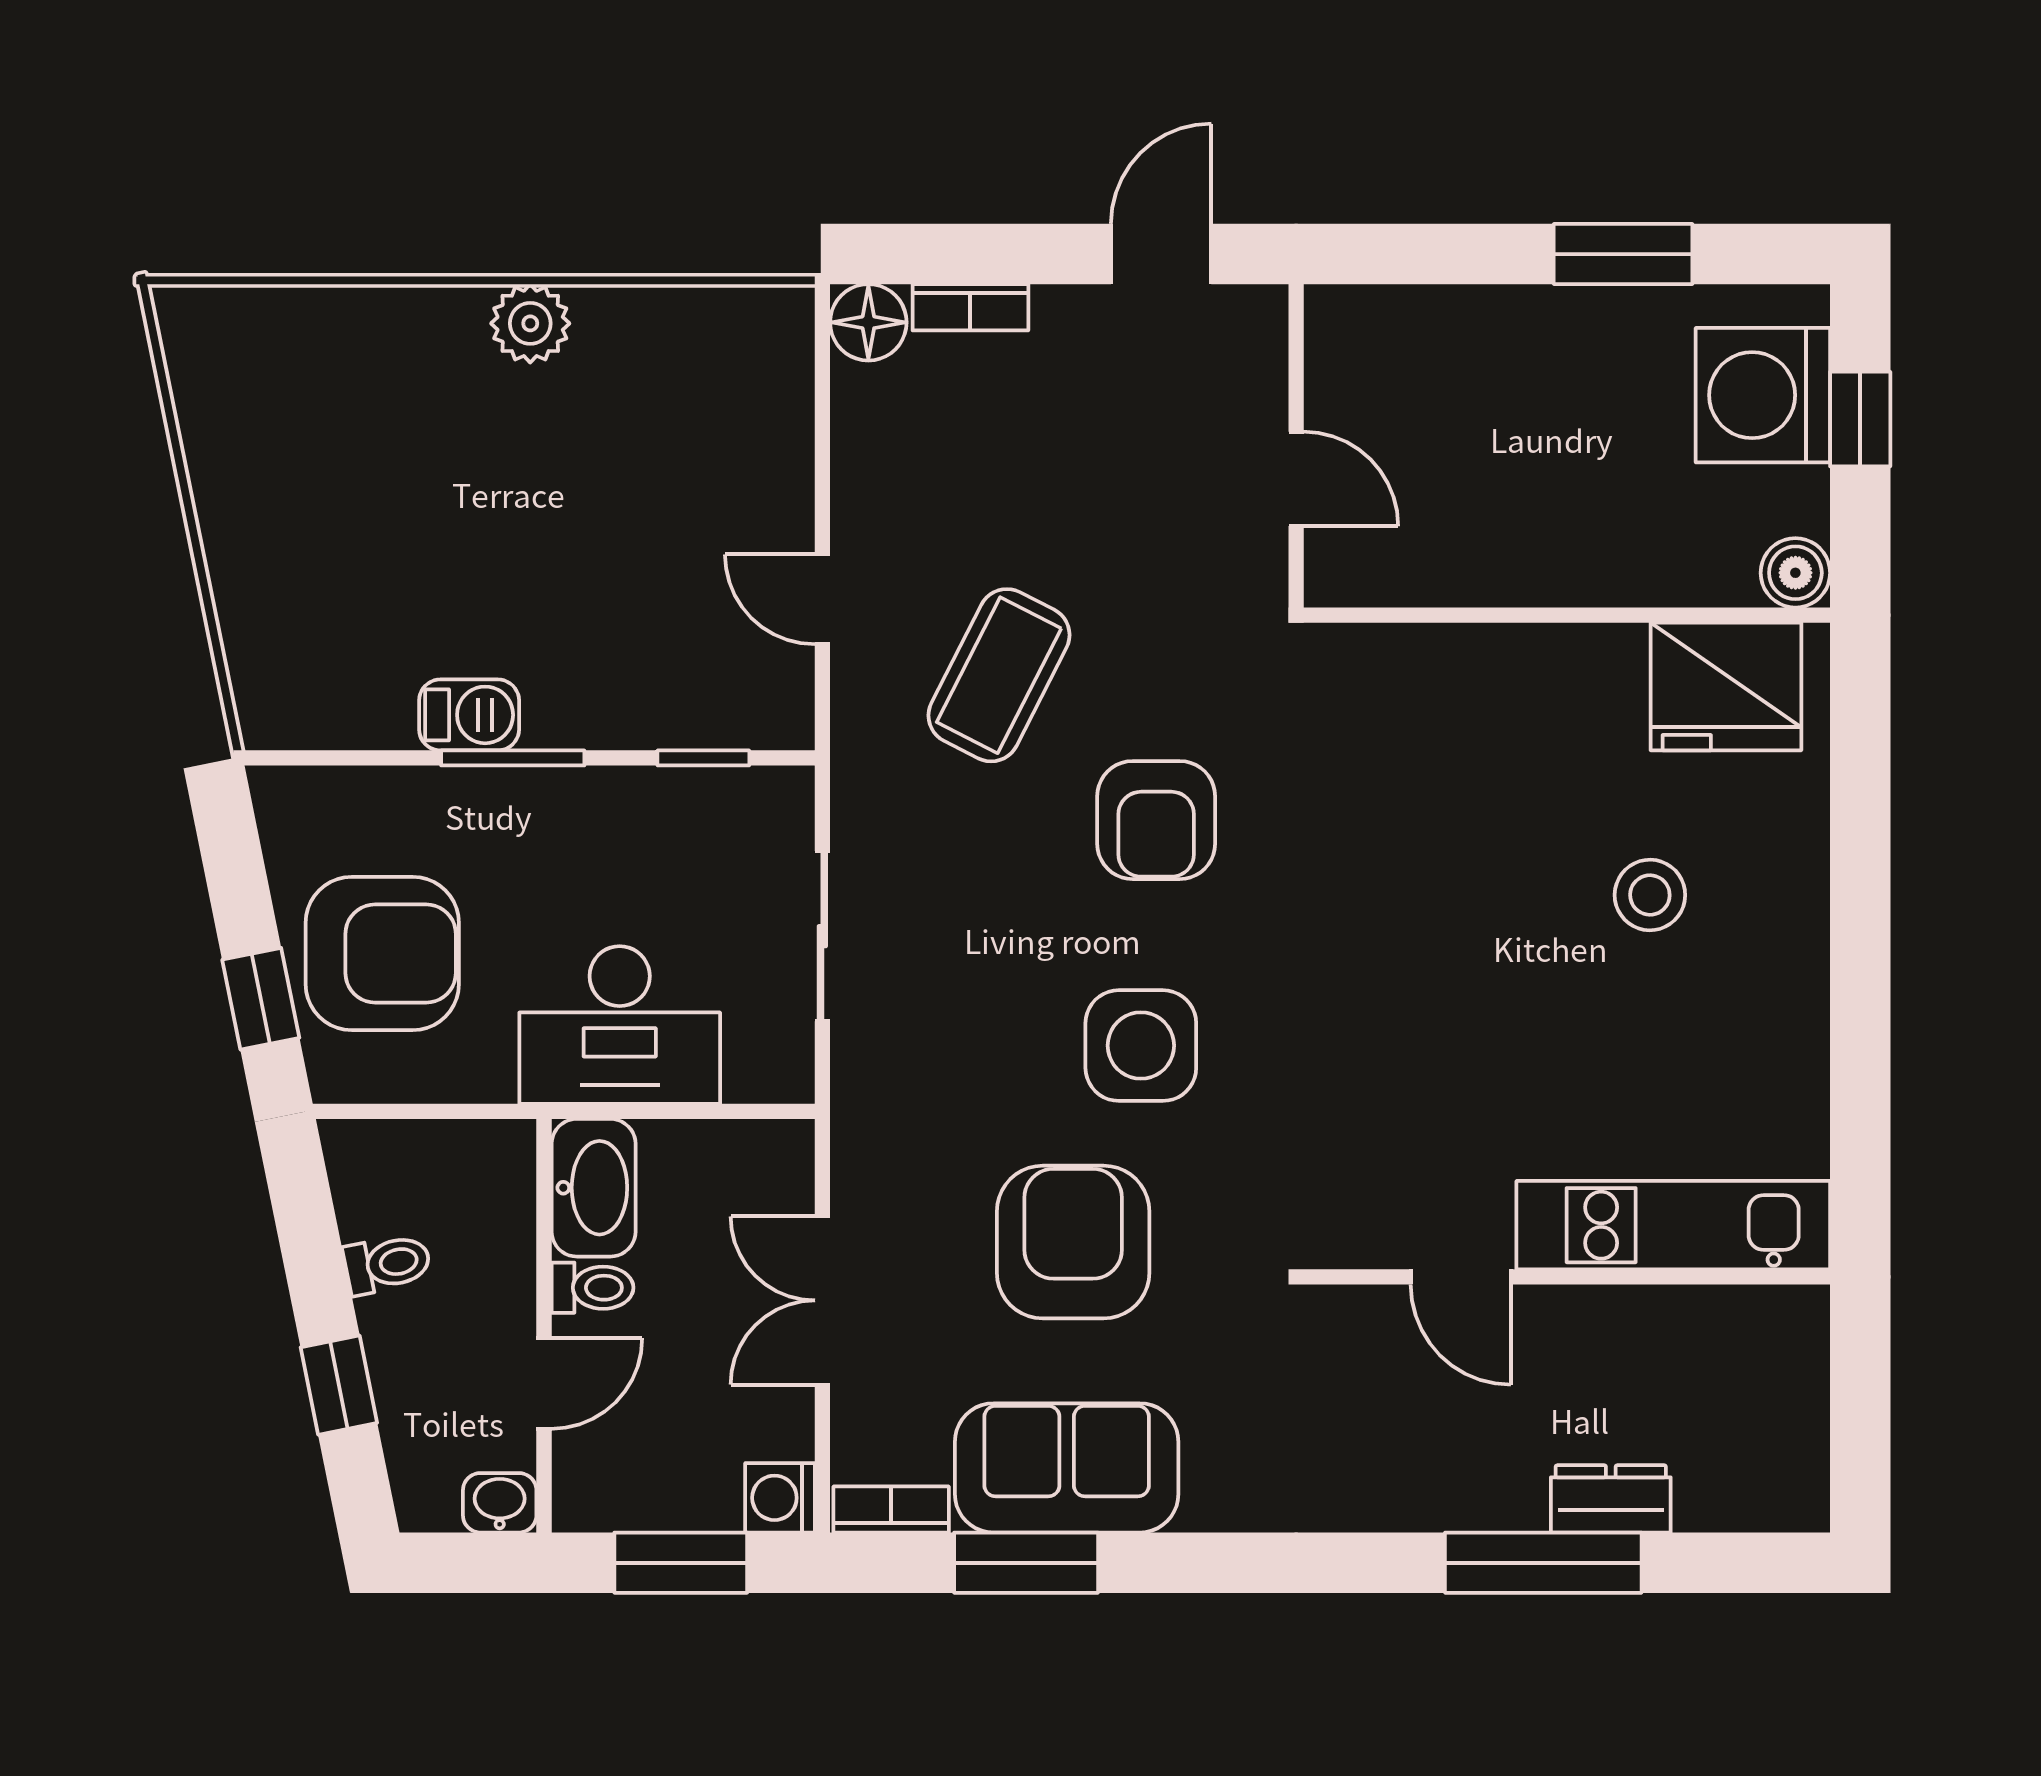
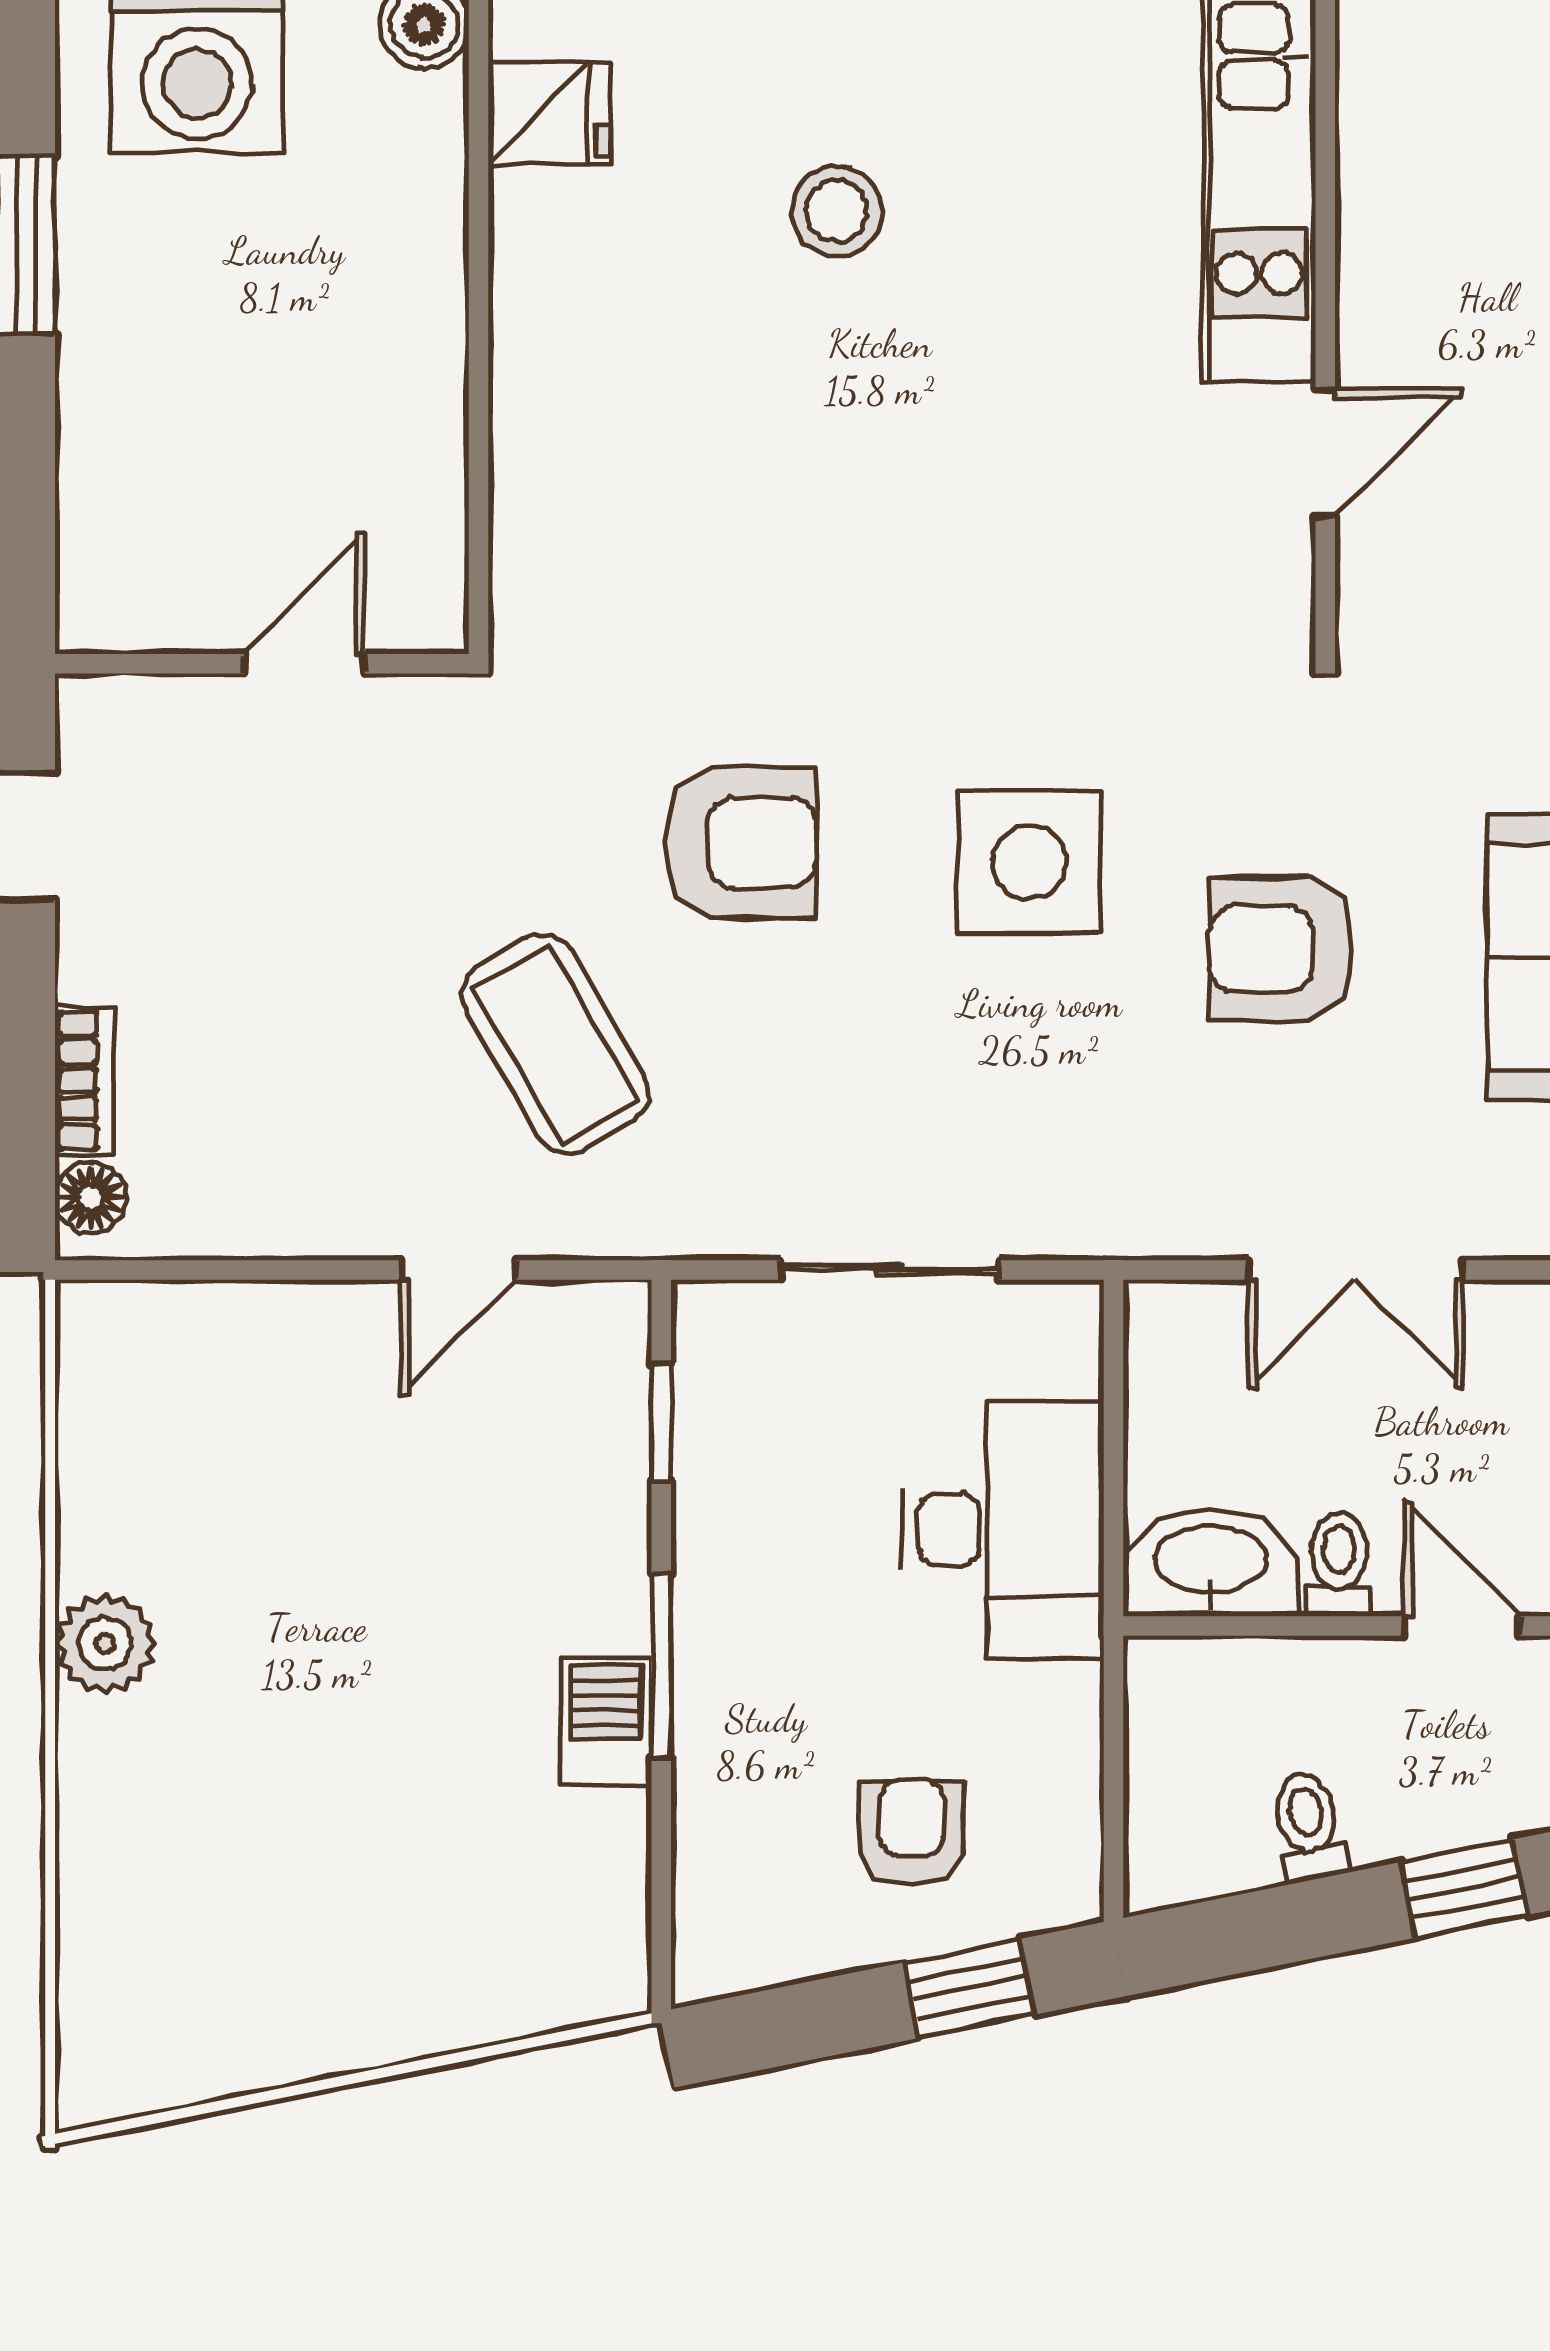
floor lamp: (868, 322) -> (91, 1198), width x0.73, depth x0.73
coffee table: (999, 675) -> (555, 1044), turned 33
fridge: (1726, 686) -> (549, 114), width x0.53, depth x0.75
armchair: (382, 953) -> (911, 1833), width x0.53, depth x0.53
armchair: (1073, 1242) -> (1281, 949), width x0.73, depth x0.73

